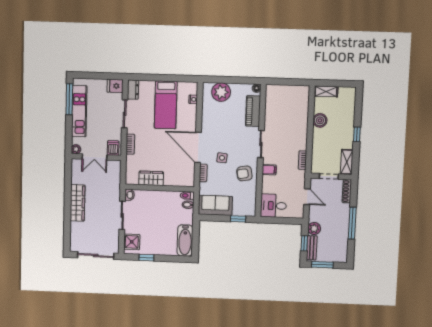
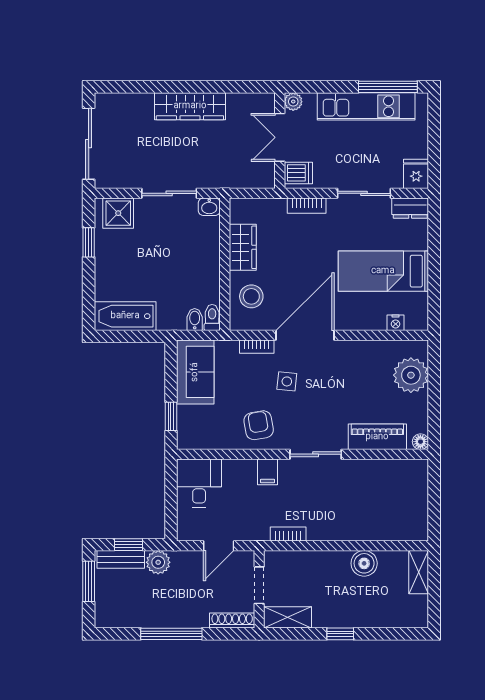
stool: (177, 175) -> (251, 296), added

